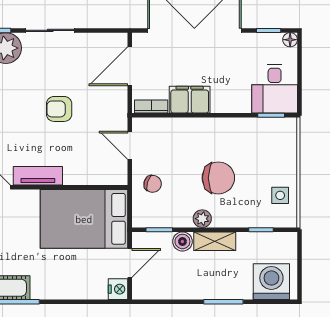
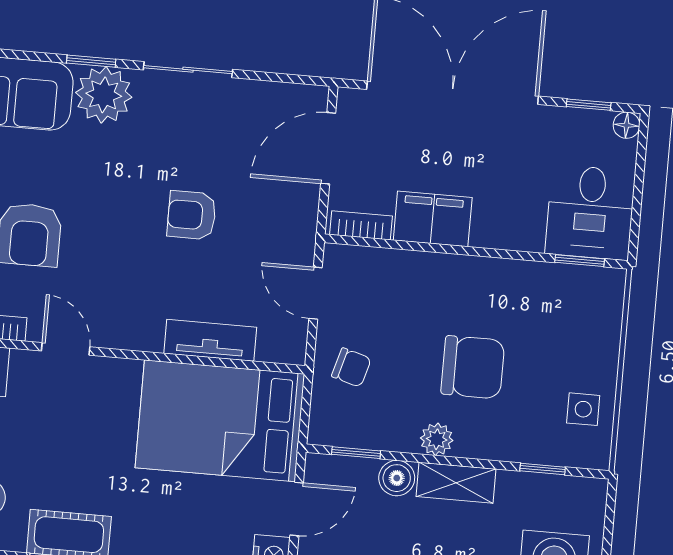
tv unit: (38, 176) -> (210, 340), moved

